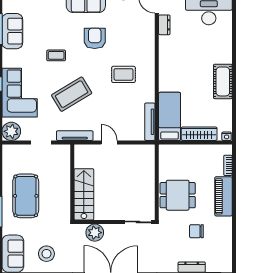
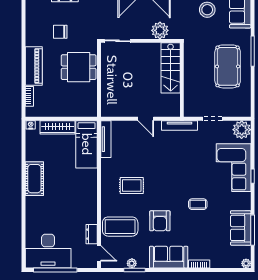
coffee table: (72, 94) -> (120, 227), moved, turned 31
chair: (196, 231) -> (60, 32), turned 180

